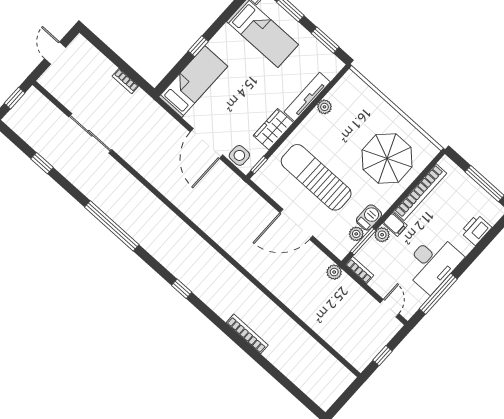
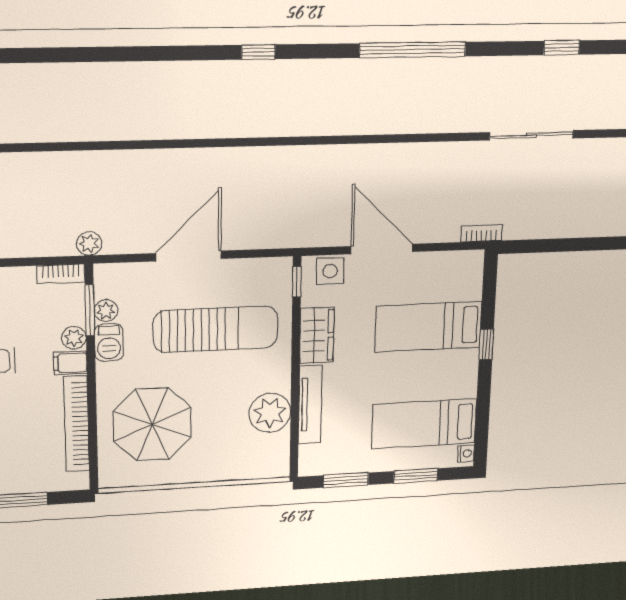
bookcase: (125, 81) -> (482, 233), moved
bed: (193, 82) -> (428, 327), moved, turned 90
plant: (324, 107) -> (270, 413), width x1.88, depth x1.88
bookcase: (247, 334) -> (125, 71), removed

